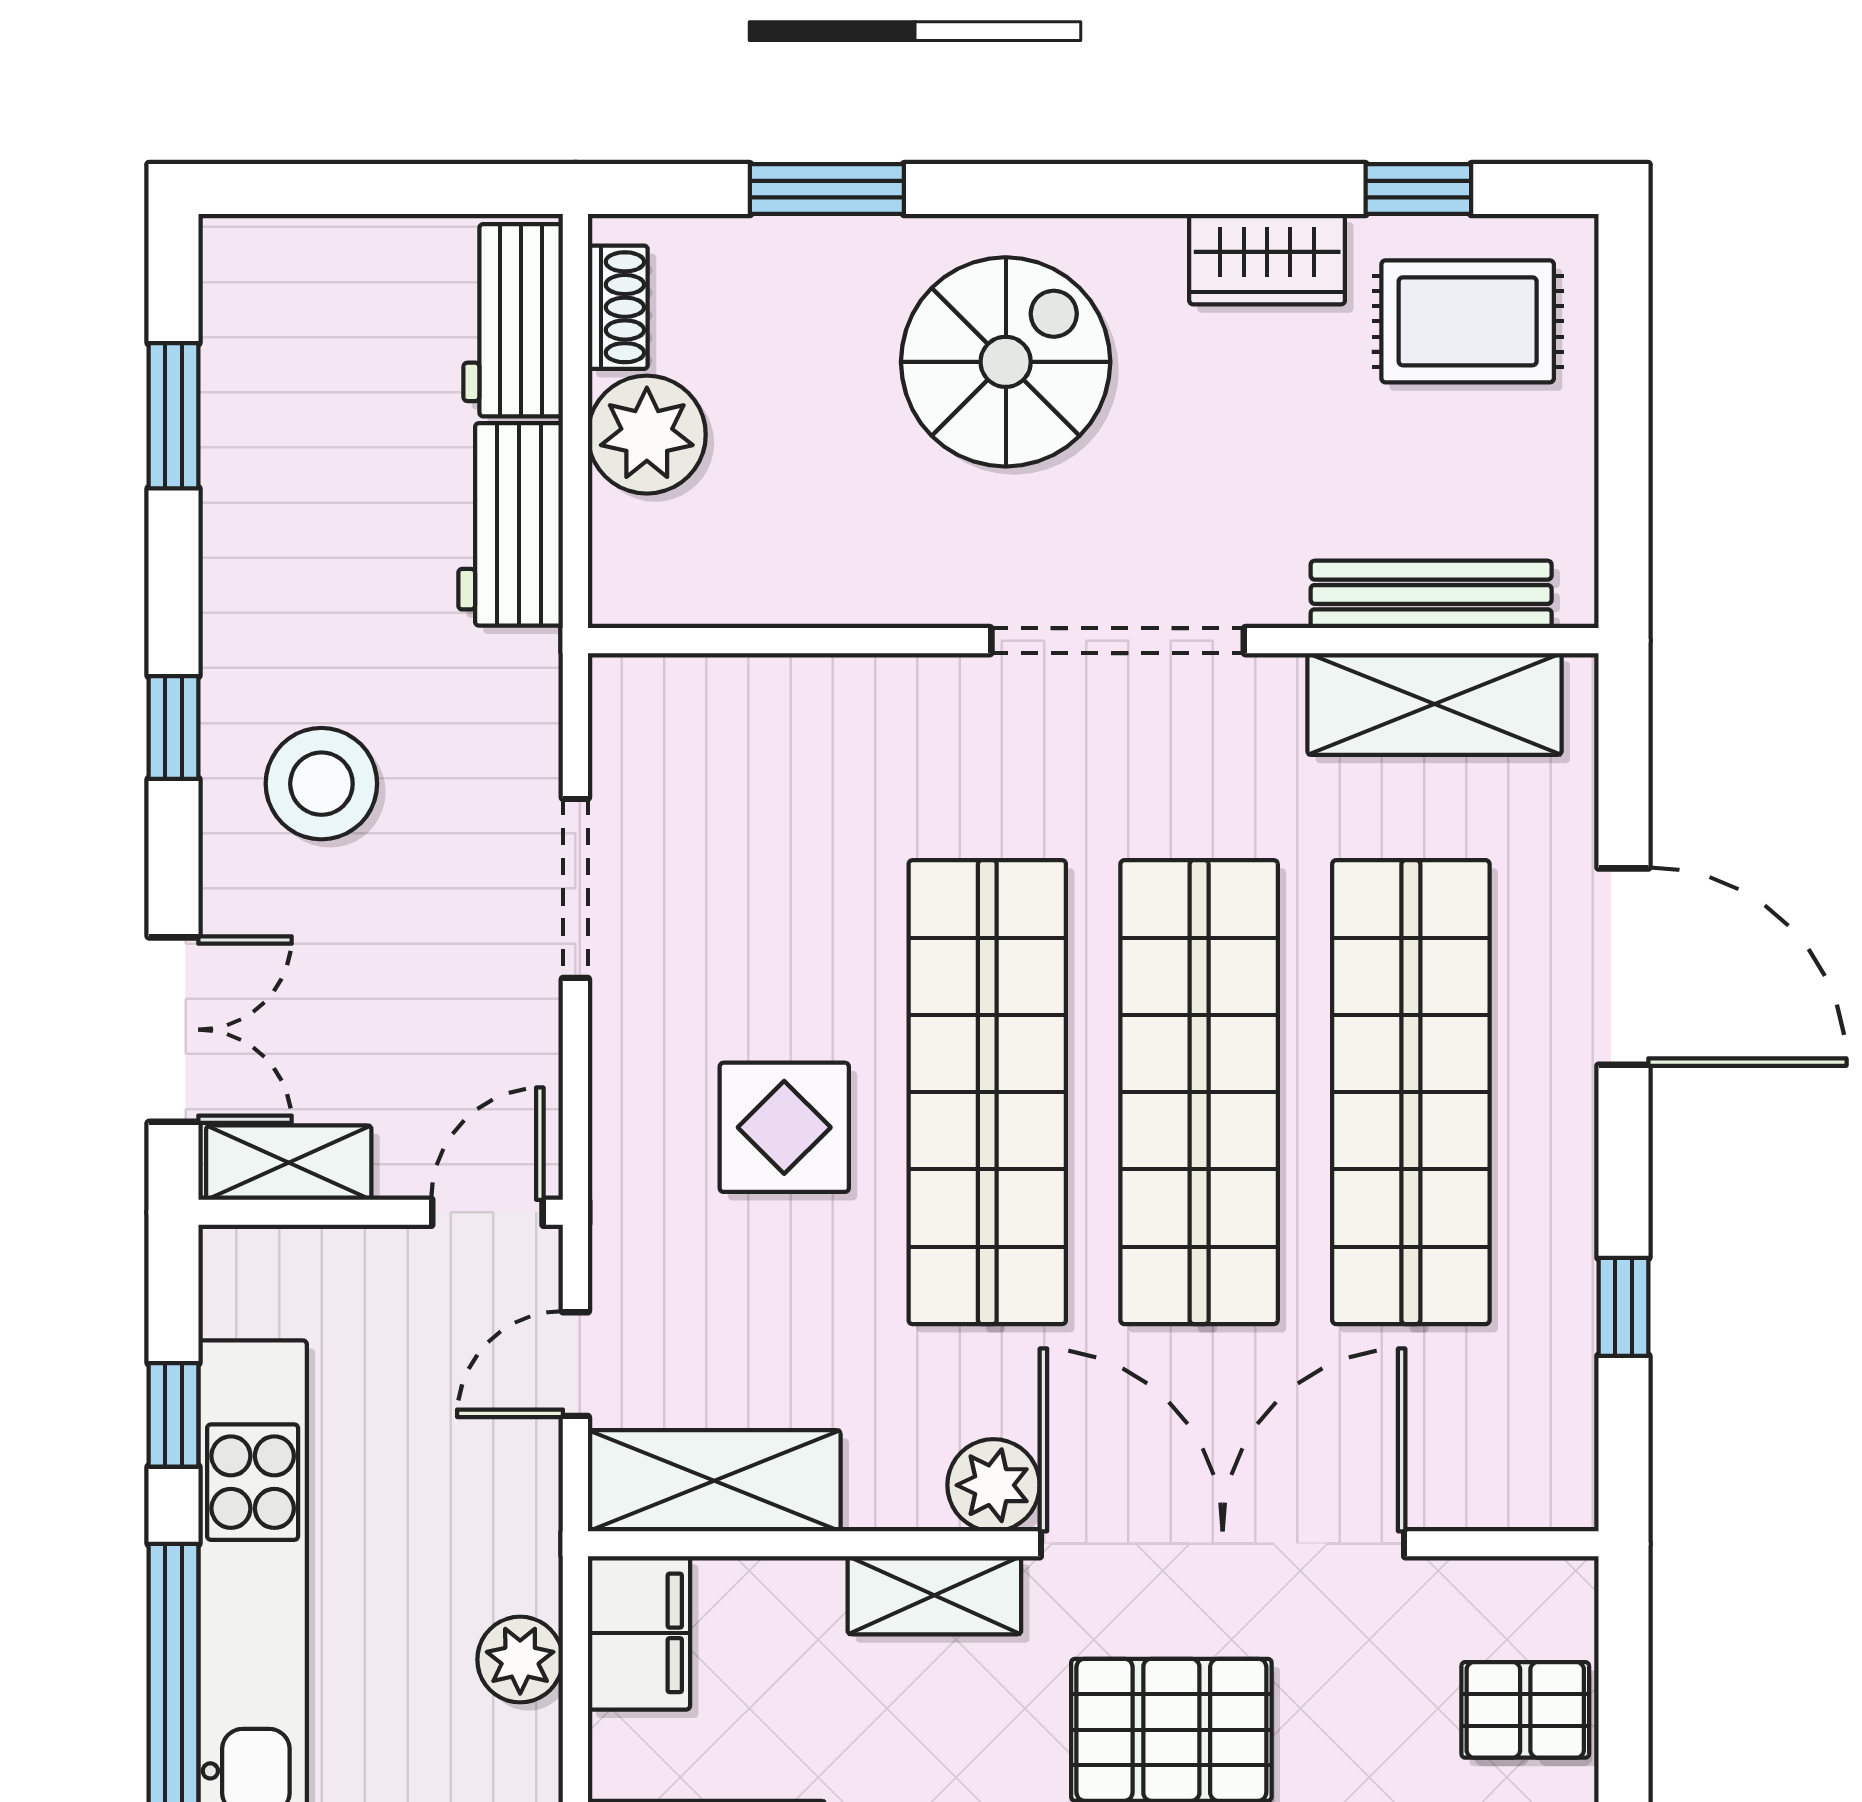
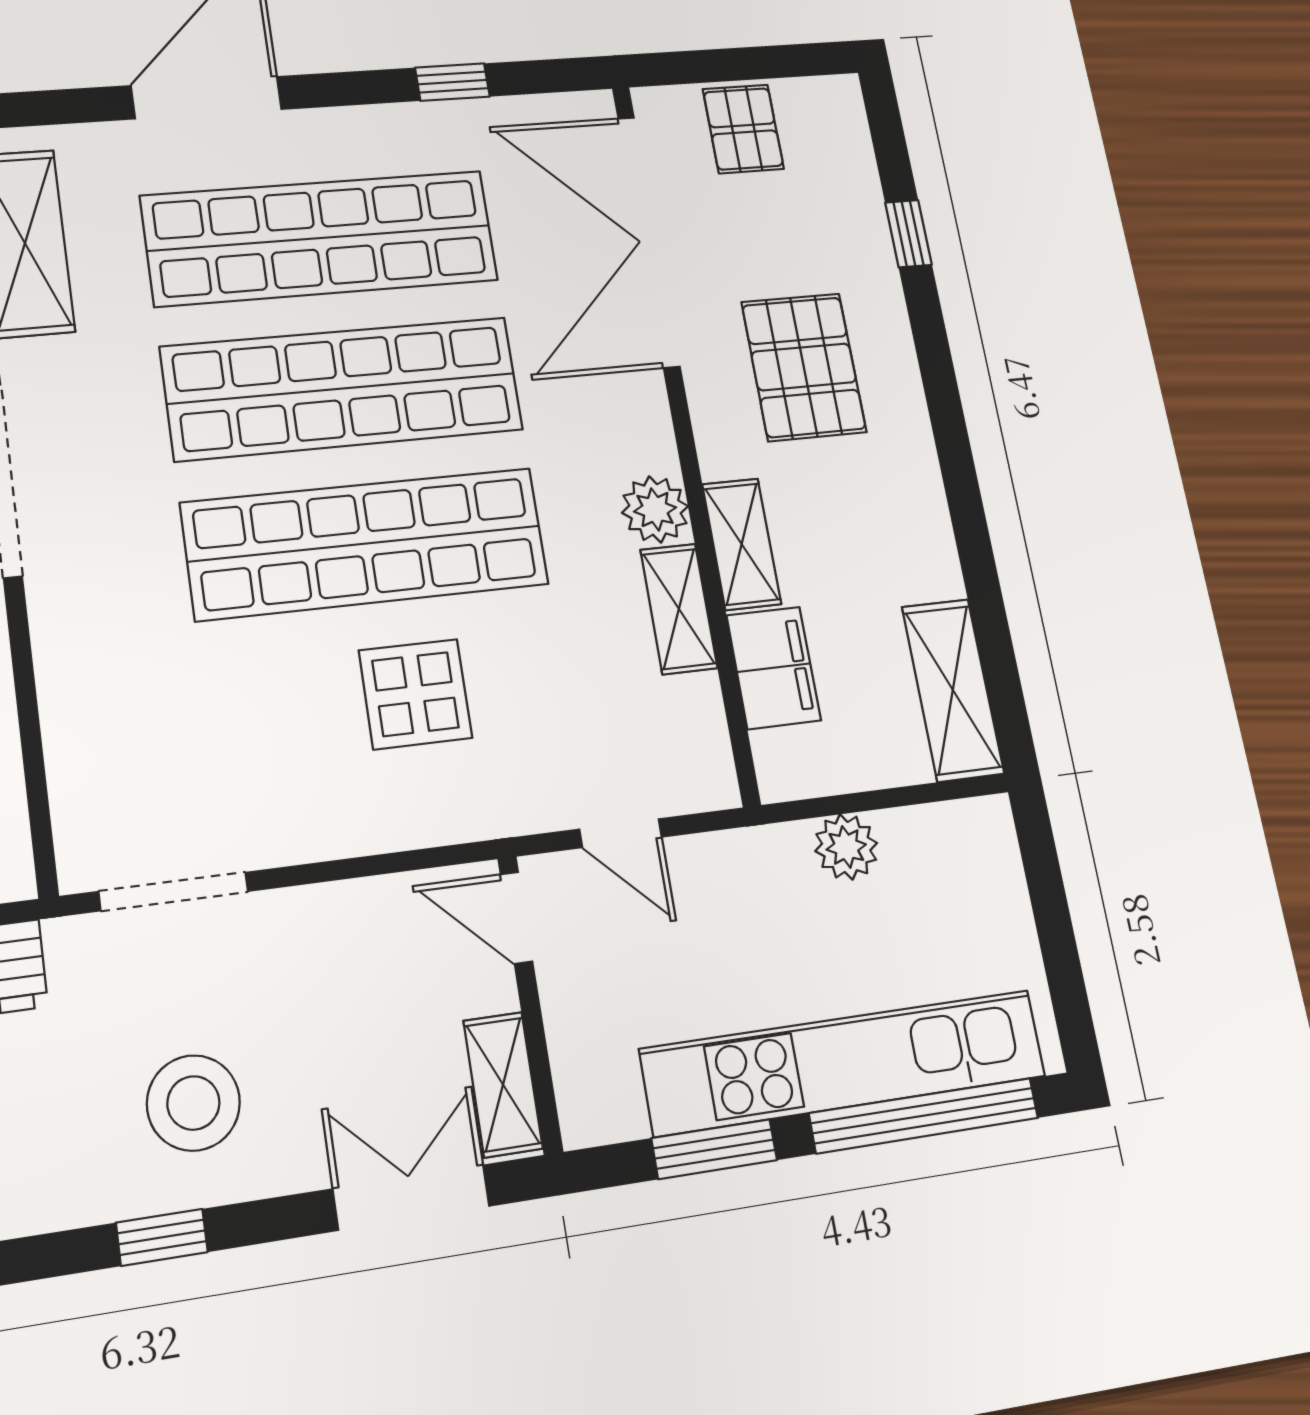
doorway: (575, 888) -> (174, 891), moved
window: (174, 1415) -> (714, 1149), width x1.50
shelving: (714, 1481) -> (679, 609), moved, width x0.67, depth x0.75
double door: (1223, 1544) -> (649, 241), moved
filing cabinet: (639, 1633) -> (774, 668), moved, turned 90

